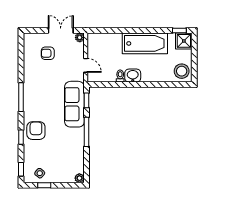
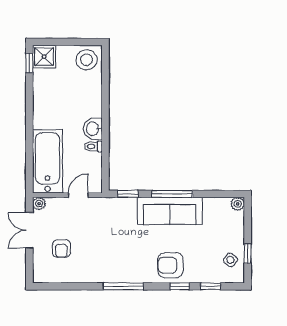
bathtub: (145, 43) -> (48, 162), moved
sofa: (74, 104) -> (170, 211), moved
window: (21, 169) -> (211, 286), moved

